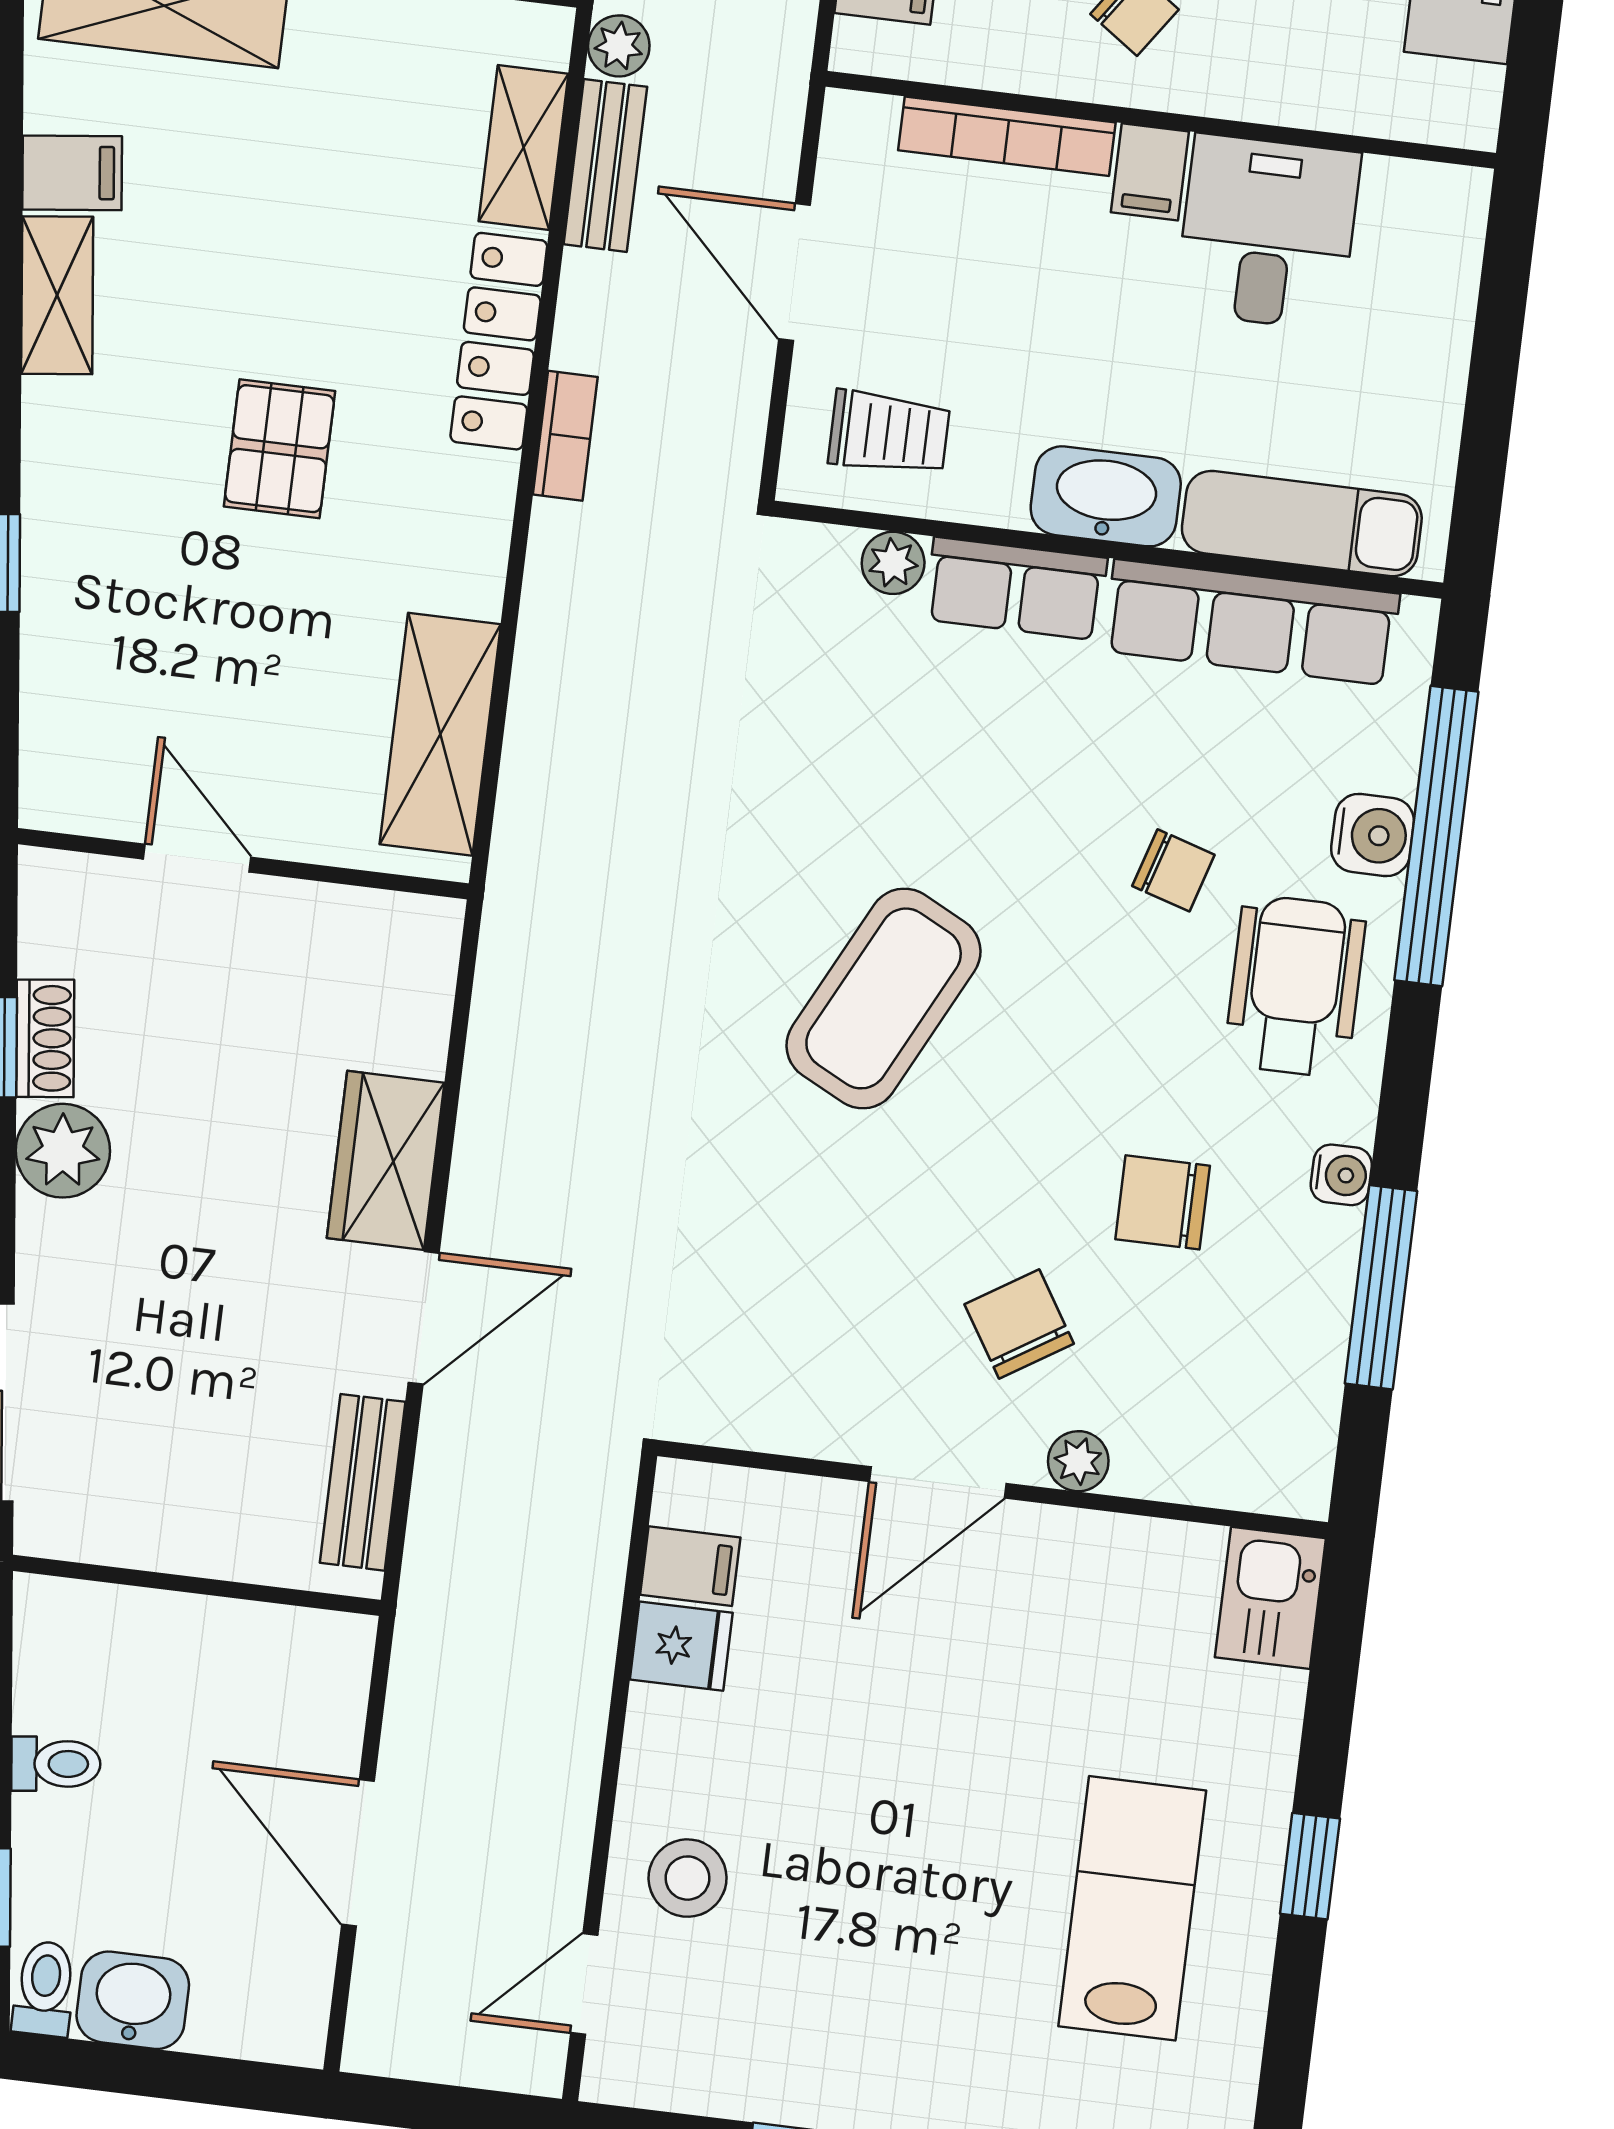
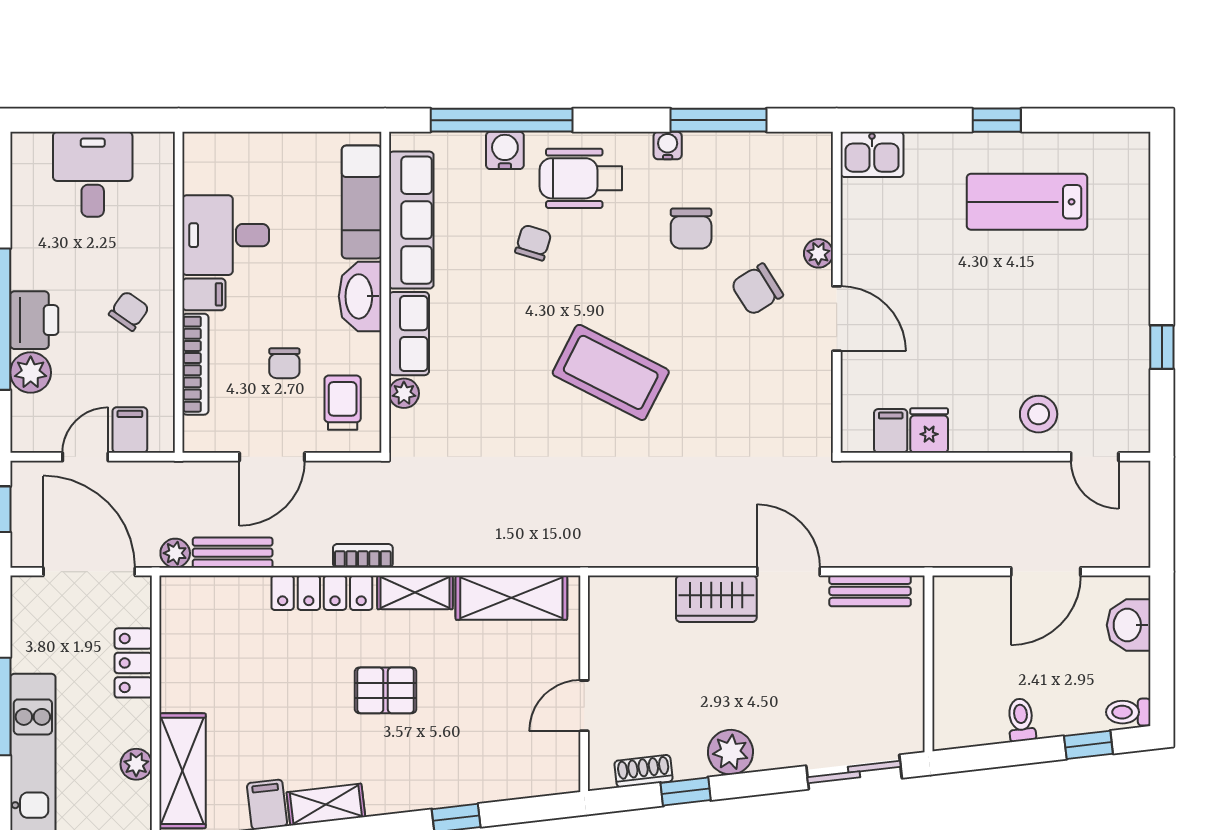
shelving: (524, 148) -> (415, 592), moved
chair: (986, 322) -> (284, 363), added
shoe rack: (45, 1038) -> (644, 771), moved
washbasin: (133, 2000) -> (1129, 625), moved

